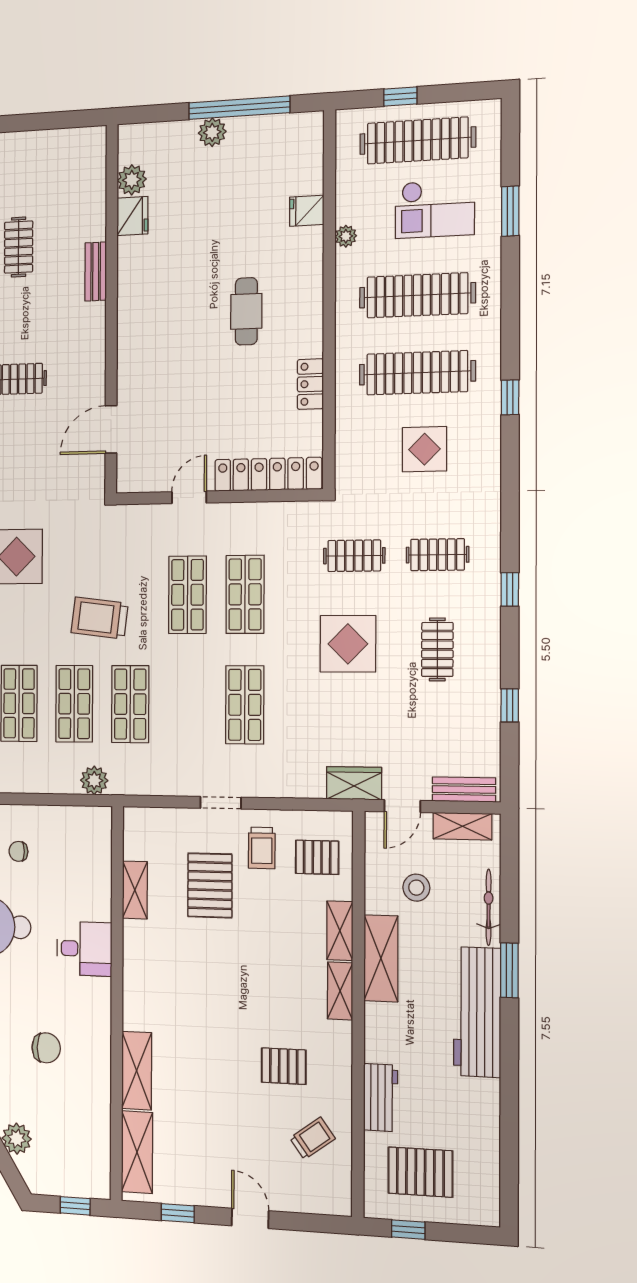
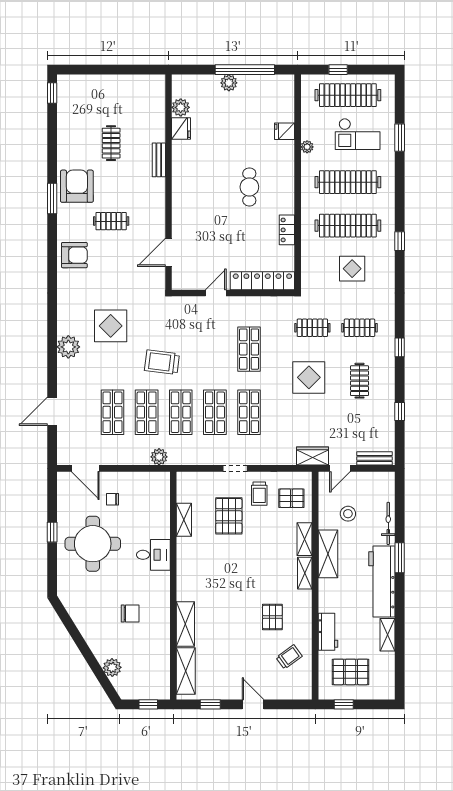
shop shelf: (187, 595) -> (215, 412), moved
shelving: (462, 826) -> (388, 635), moved, turned 90
pallet: (284, 1066) -> (272, 617), turned 90

